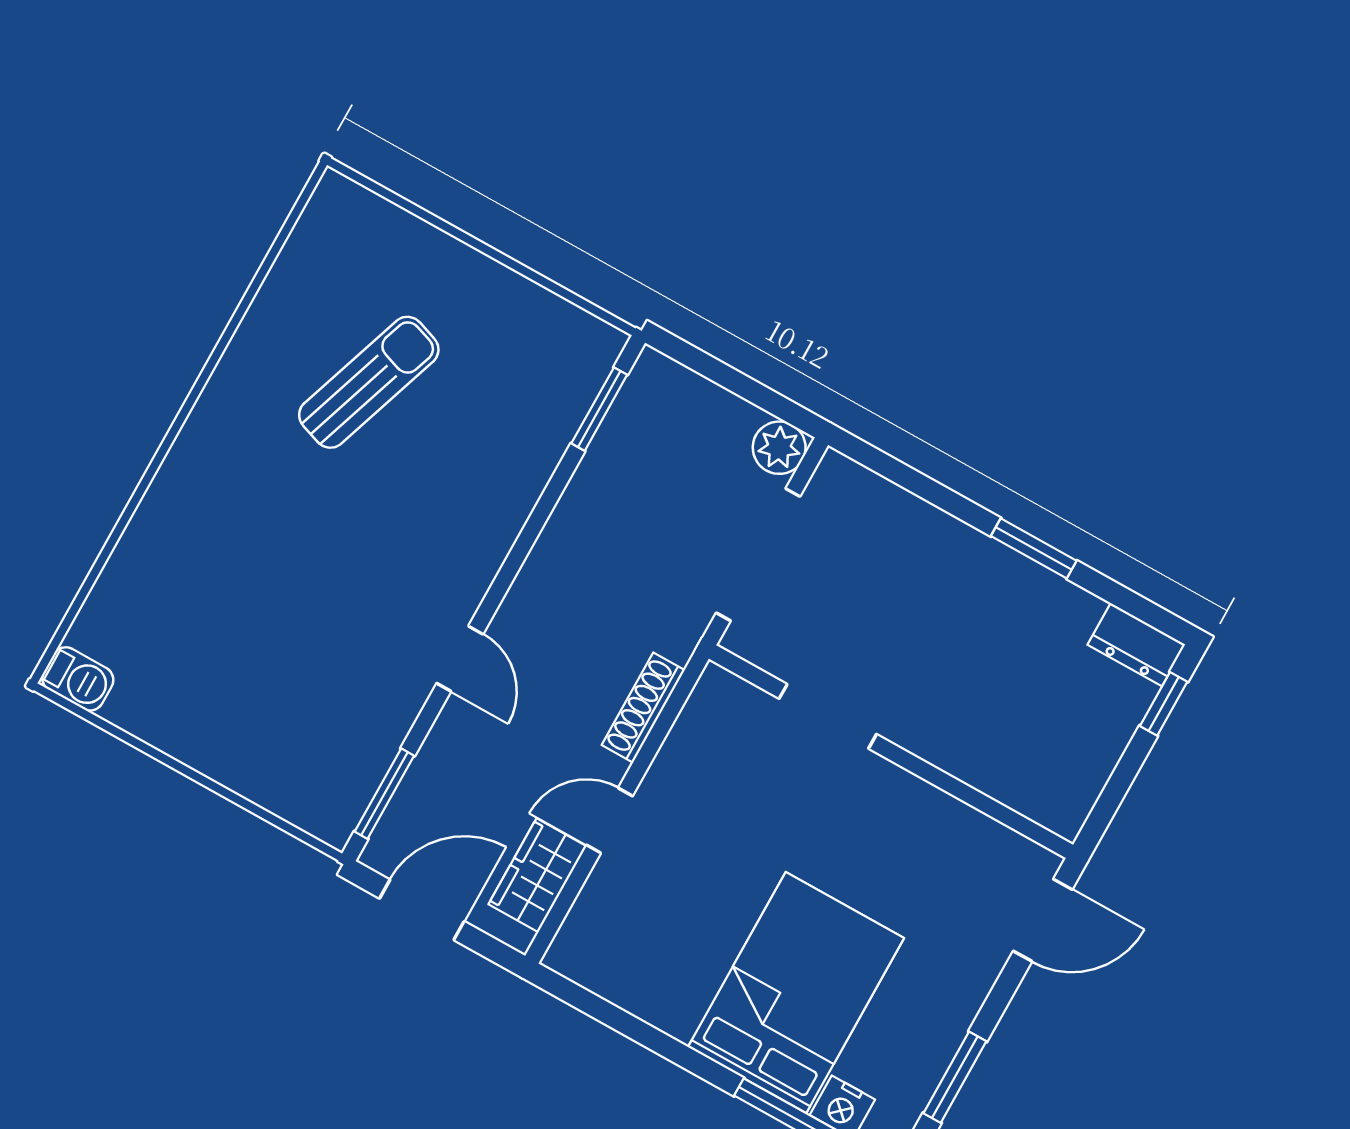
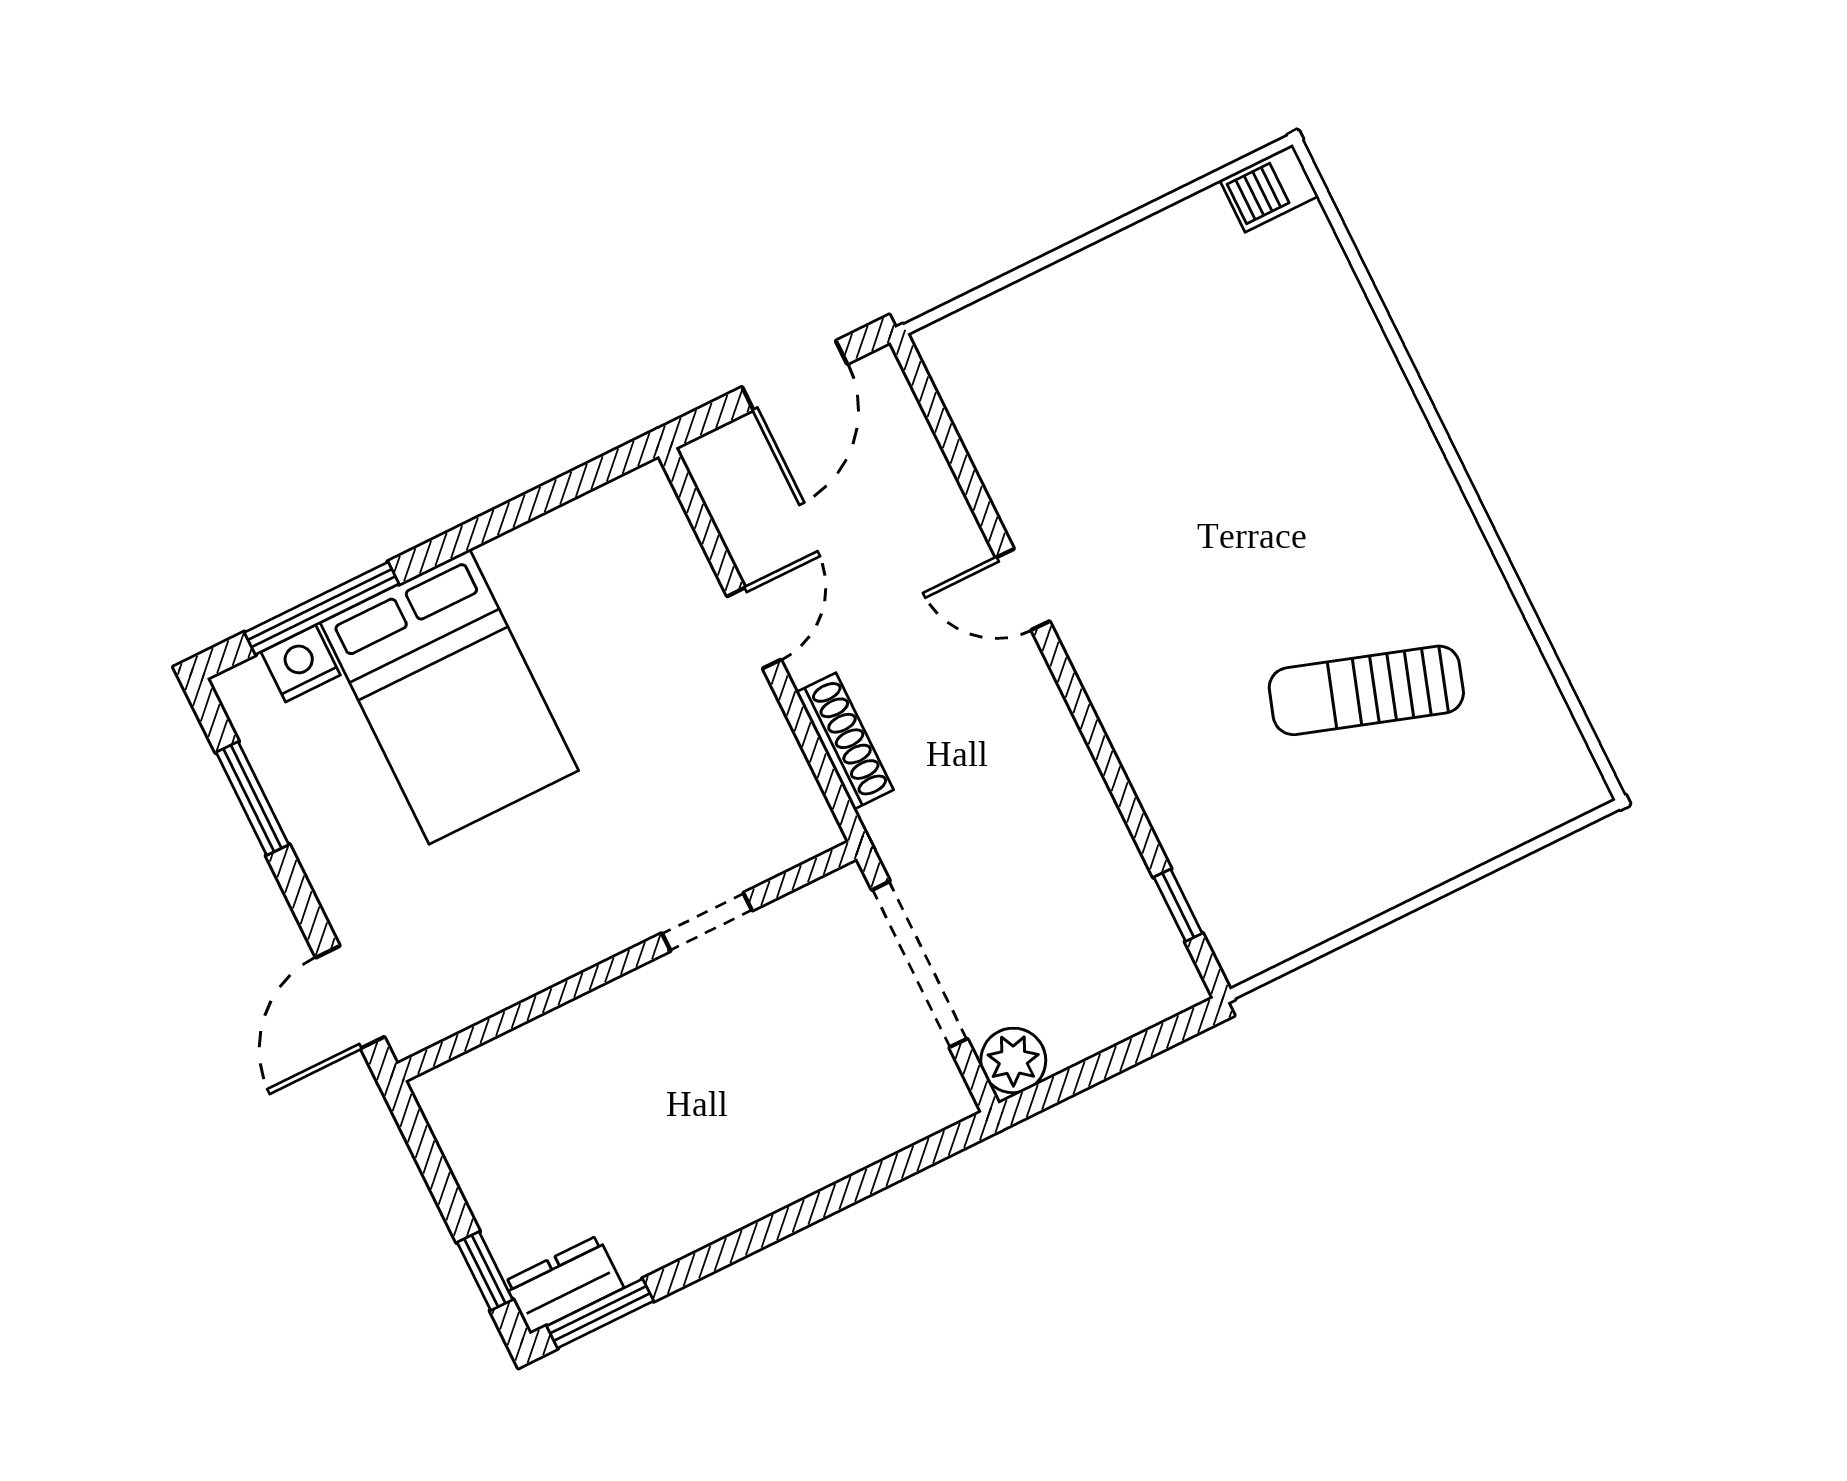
sun lounger: (369, 382) -> (1366, 690), turned 89
window: (599, 409) -> (1178, 905), width x0.67
window: (1034, 548) -> (600, 1313), moved
doorway: (828, 716) -> (707, 922), width x0.73
window: (384, 794) -> (939, 419), removed
wardrobe: (537, 875) -> (749, 517), removed

